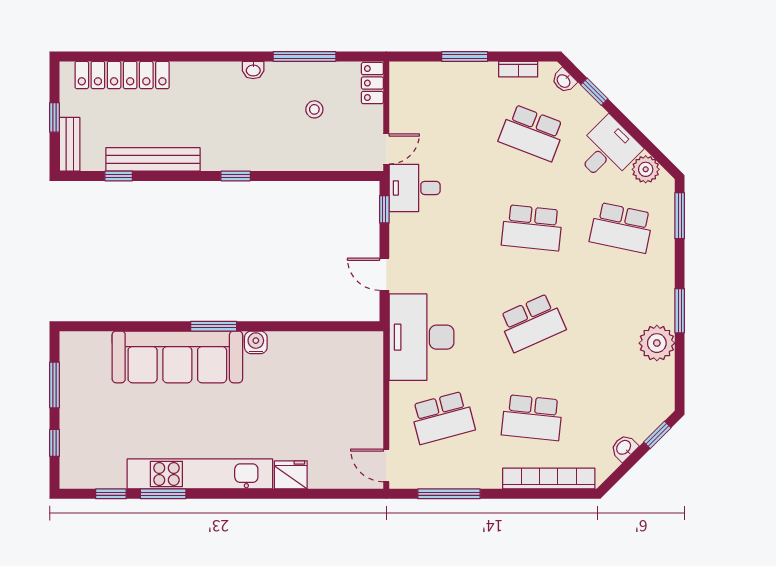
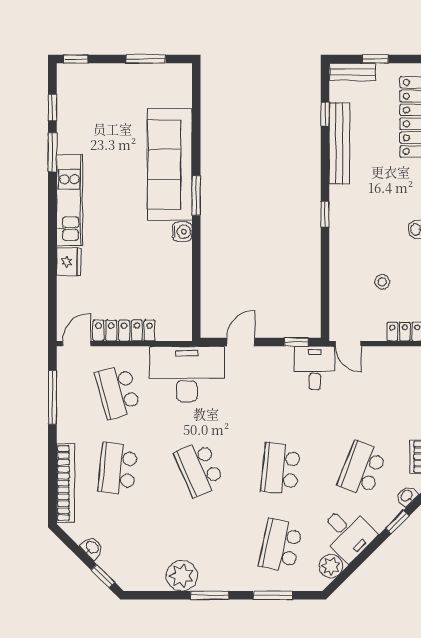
window: (680, 216) -> (273, 595), moved
locker: (371, 410) -> (124, 331), added
window: (54, 443) -> (76, 59), moved
kitchen unit: (200, 474) -> (69, 200), width x0.73

